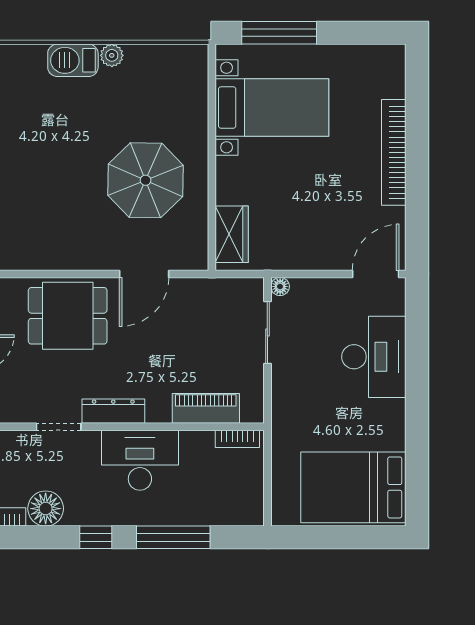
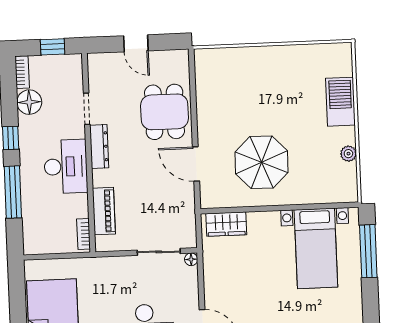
plant: (112, 55) -> (348, 154), moved
barbecue: (73, 60) -> (340, 102), width x1.37, depth x1.21

